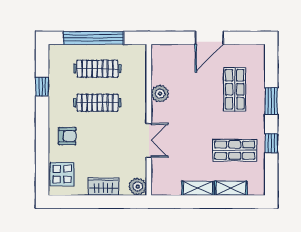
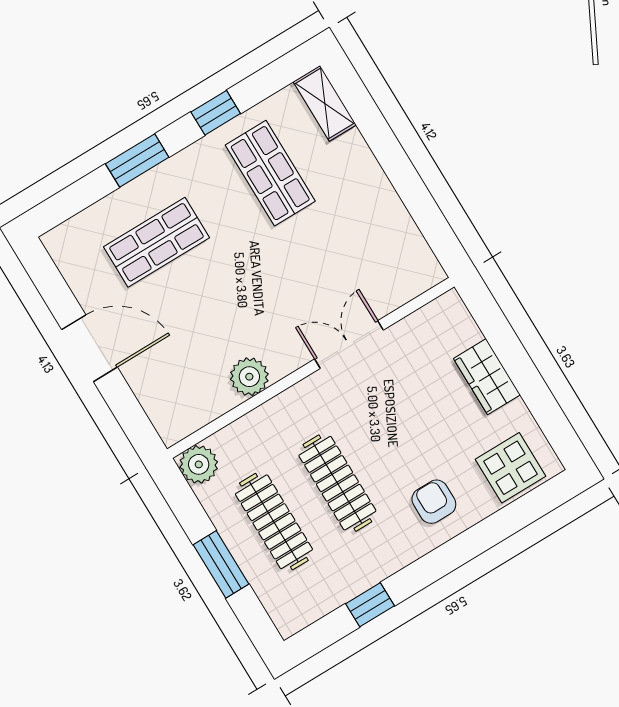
window: (93, 38) -> (221, 564), width x0.47
plant: (138, 187) -> (199, 464), moved
shelving: (198, 188) -> (383, 199), removed
shelving: (231, 188) -> (325, 103), moved

